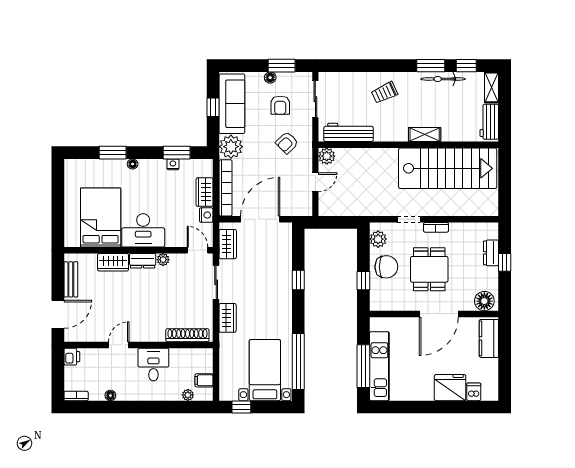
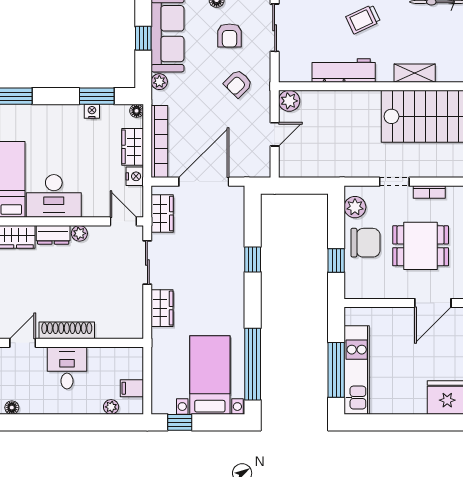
workbench: (349, 132) -> (344, 70), moved
plant: (231, 147) -> (159, 82), width x0.53, depth x0.53
floor lamp: (133, 164) -> (137, 111), moved
dining table: (429, 269) -> (421, 246), turned 90
door: (439, 314) -> (433, 303), width x0.73
shoe rack: (187, 335) -> (67, 330), moved

